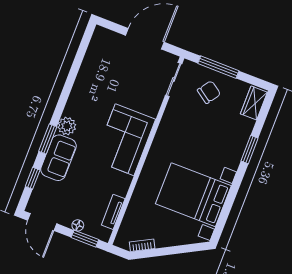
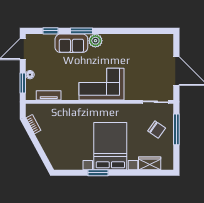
wardrobe: (254, 103) -> (150, 163), moved
window: (249, 150) -> (98, 173), moved
bed with nightstands: (193, 195) -> (110, 146), moved

